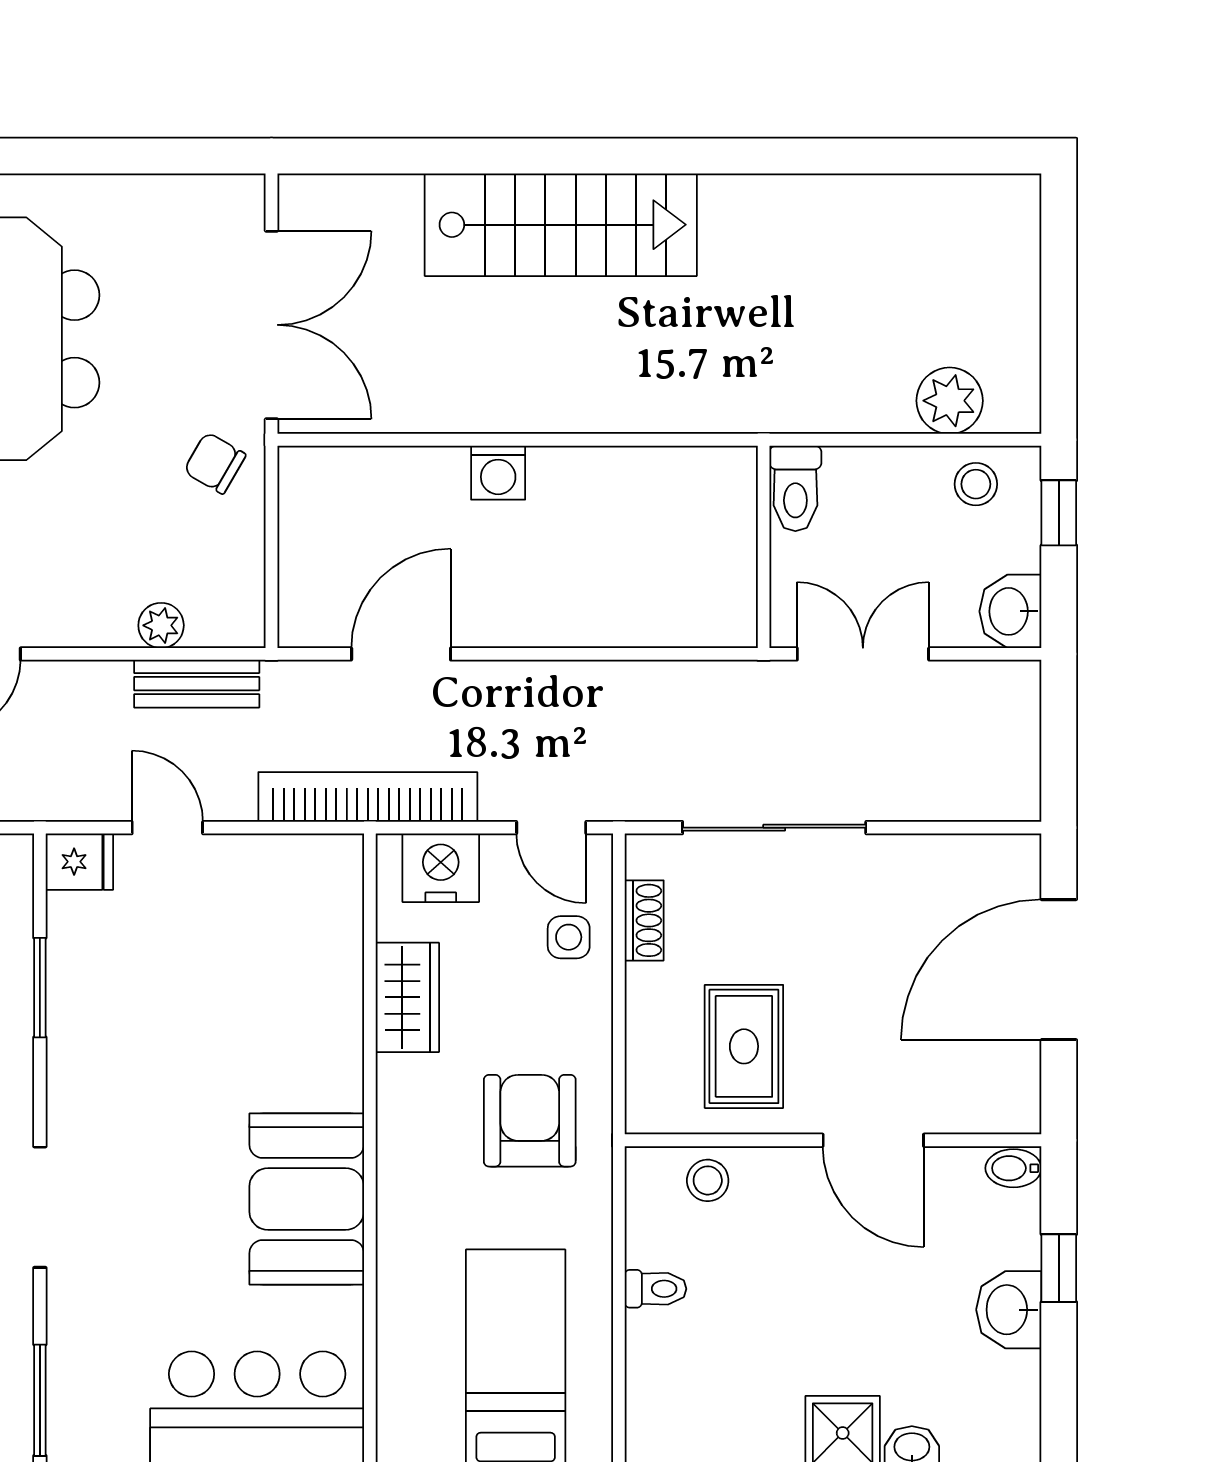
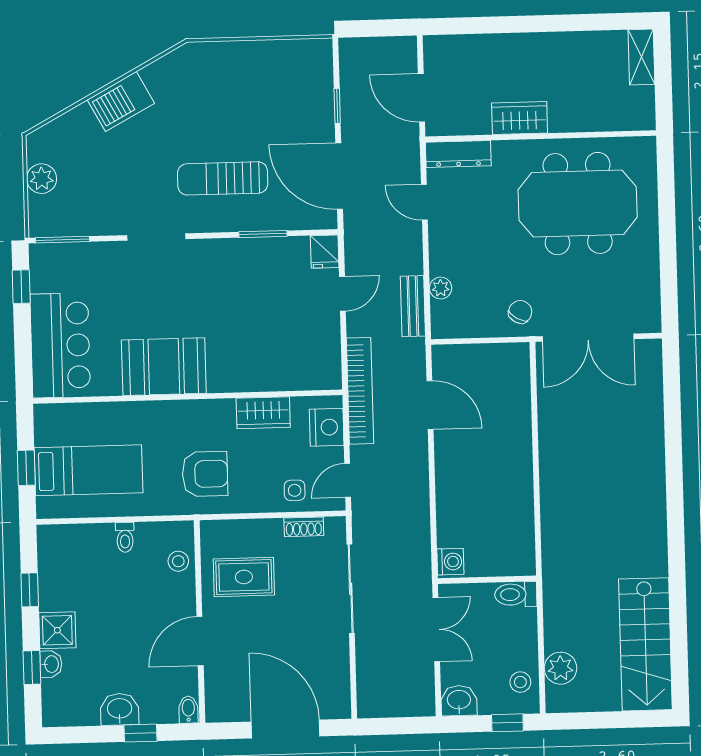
stairs: (561, 225) -> (645, 644), moved
washing machine: (498, 473) -> (450, 562), moved, turned 180

